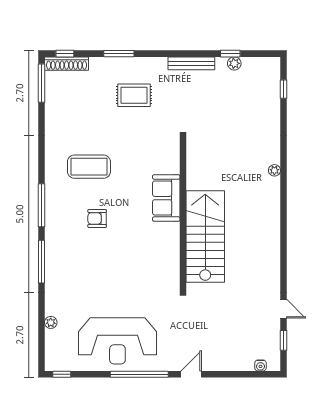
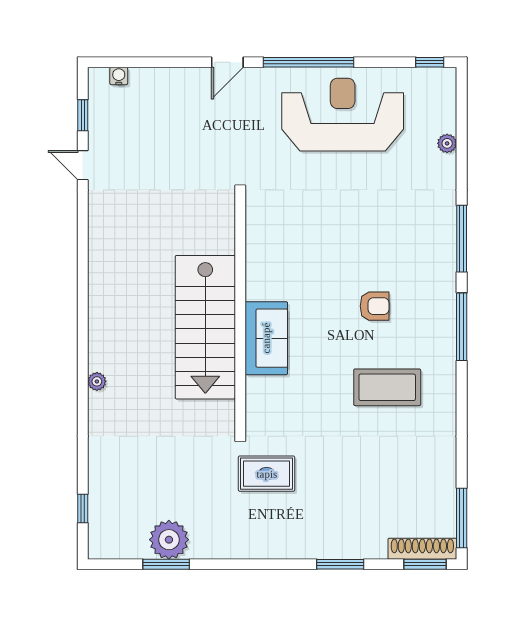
window: (65, 54) -> (425, 564), width x1.50
window: (230, 54) -> (166, 564), width x1.50
bench: (191, 63) -> (227, 549), removed
plant: (234, 63) -> (169, 540), width x1.88, depth x1.88
rug: (134, 95) -> (267, 474), moved
stairs: (205, 236) -> (205, 327), moved

